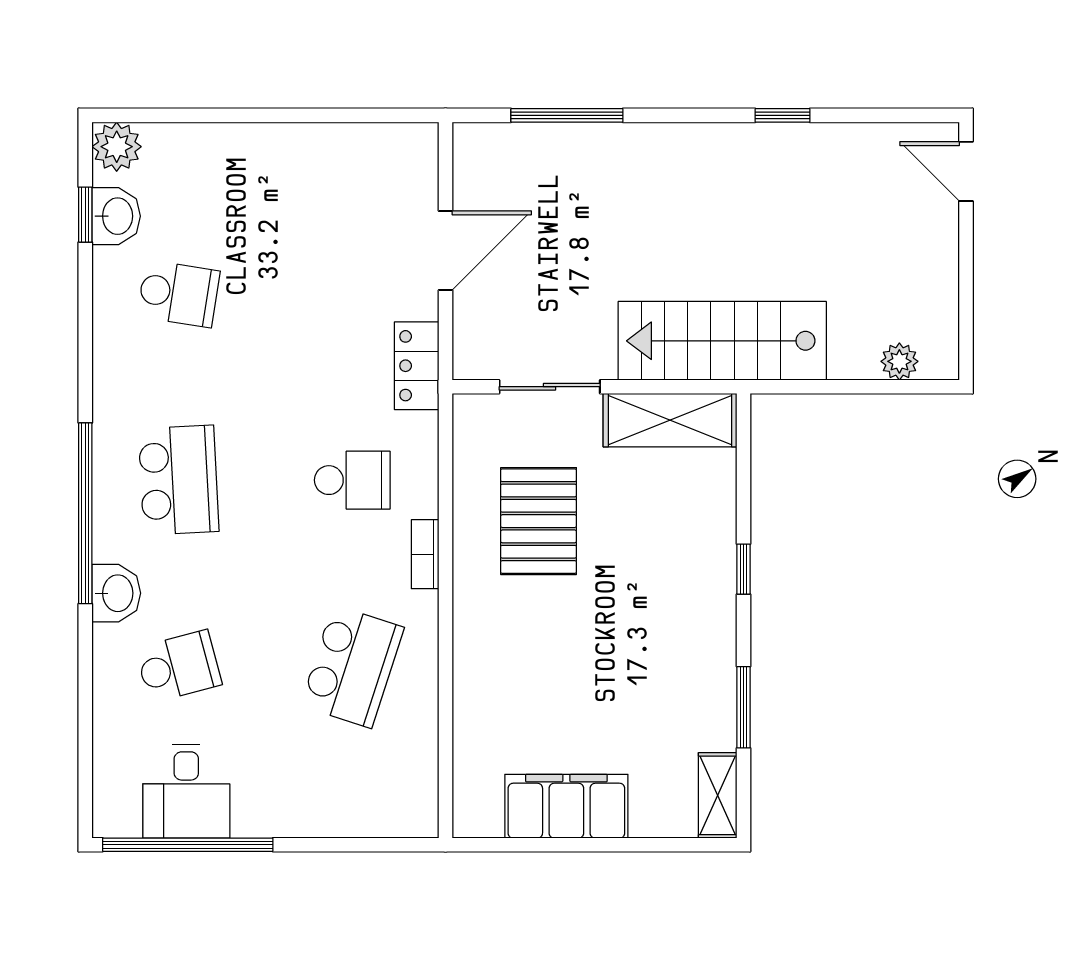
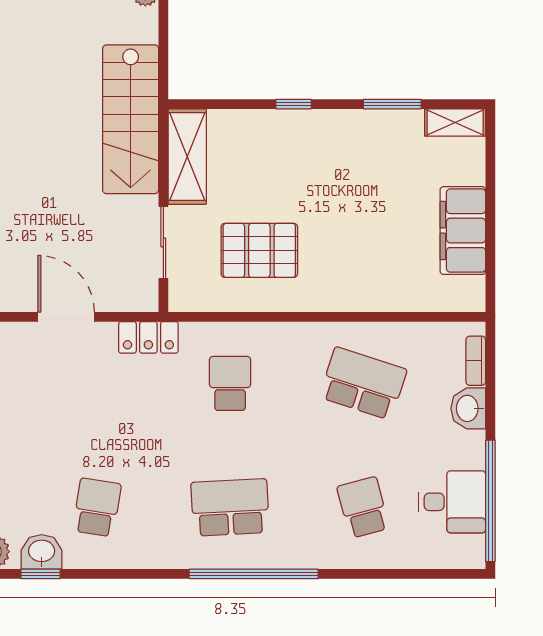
bookcase: (425, 554) -> (476, 361), moved, turned 90
washbasin: (116, 593) -> (468, 408), moved, turned -90

